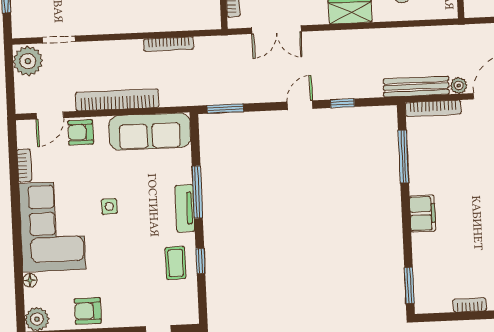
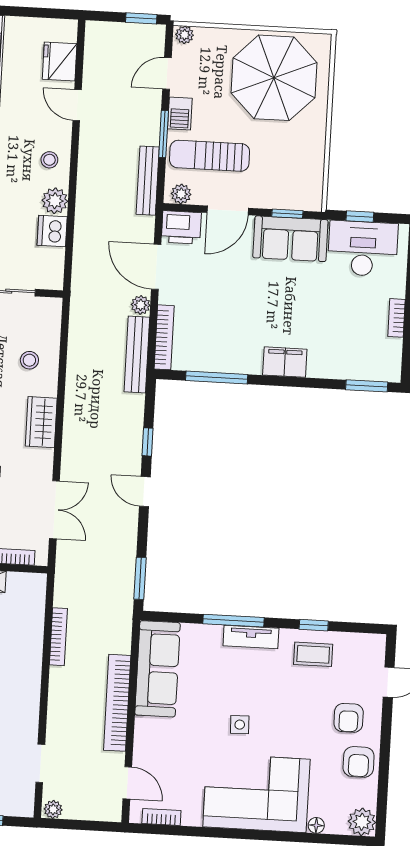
plant: (28, 61) -> (53, 809), width x0.53, depth x0.53
armchair: (81, 132) -> (349, 718), moved
bookcase: (24, 165) -> (161, 817), moved

